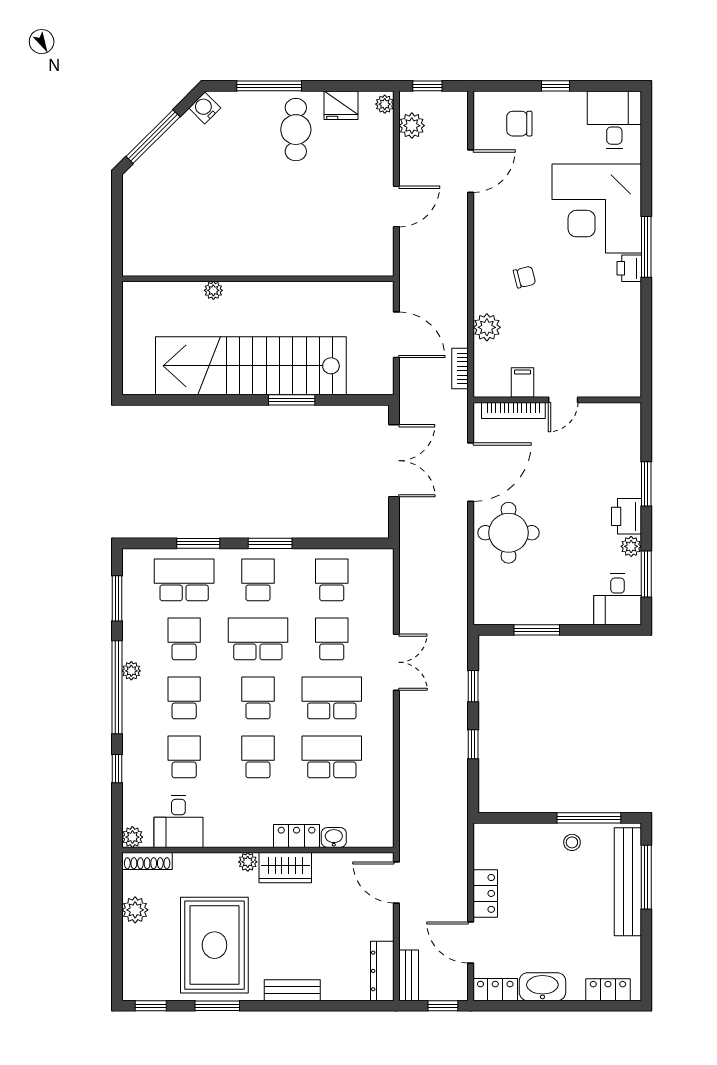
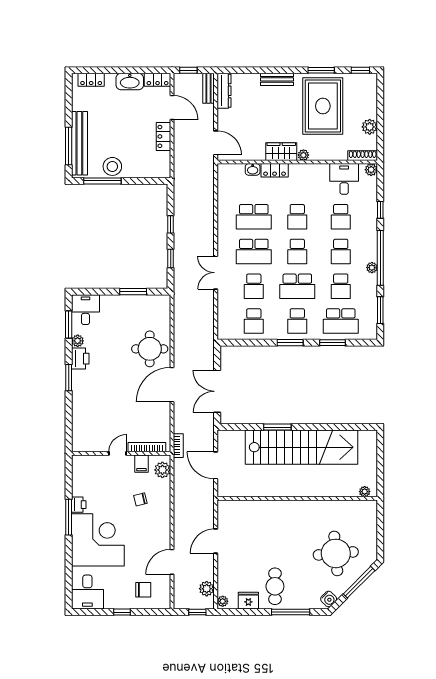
round table: (193, 185) -> (336, 553), added
plant: (213, 290) -> (365, 492), moved
filing cabinet: (522, 383) -> (141, 464), moved
wall: (557, 400) -> (121, 453), moved
door: (563, 400) -> (118, 453), moved
bookcase: (513, 411) -> (147, 447), moved
stool: (572, 842) -> (112, 166), width x1.89, depth x1.89

